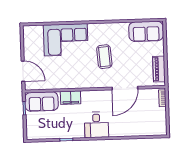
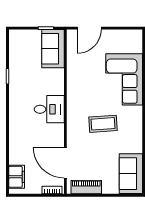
door: (125, 88) -> (65, 163), moved
filing cabinet: (71, 98) -> (17, 177), moved, turned 180
desk: (96, 125) -> (49, 109), moved, turned 180

